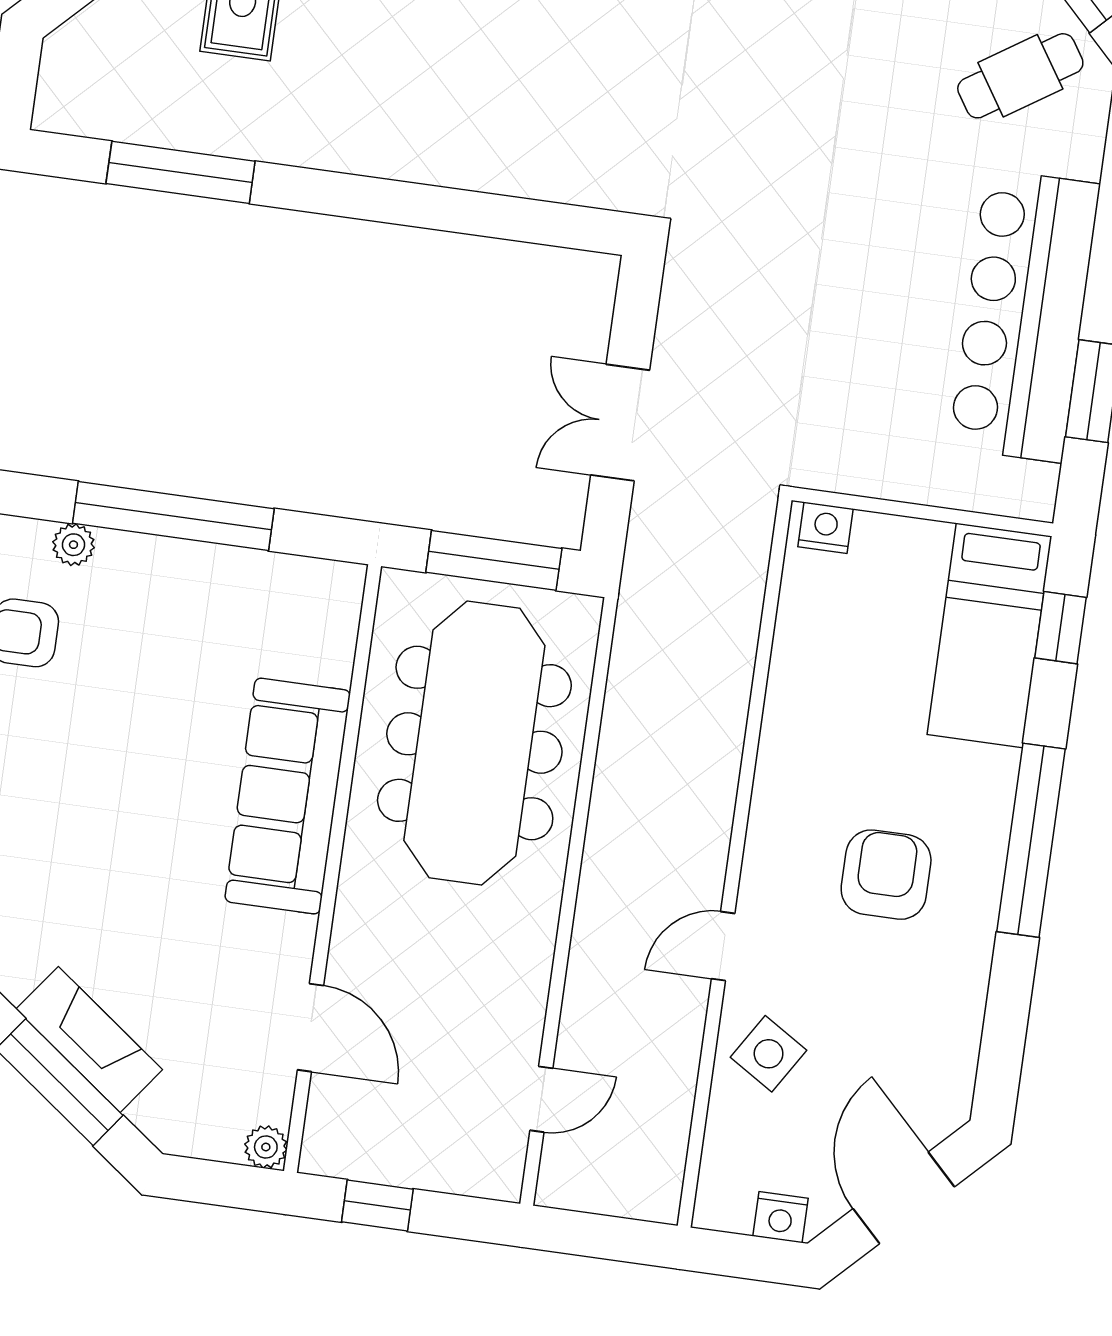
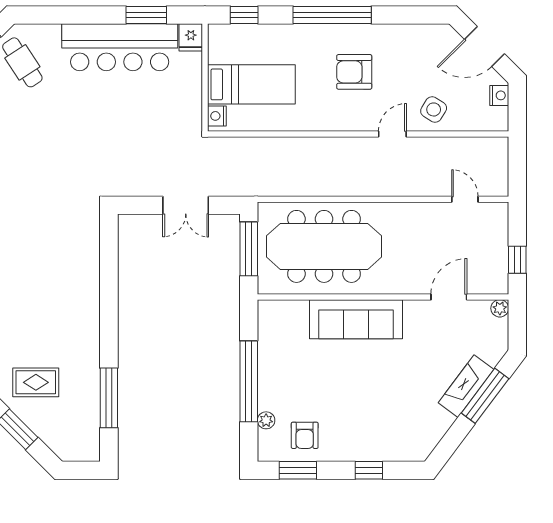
fridge: (1024, 491) -> (191, 37), added
bed: (989, 635) -> (251, 84), moved
door: (723, 946) -> (392, 134), swing flipped

